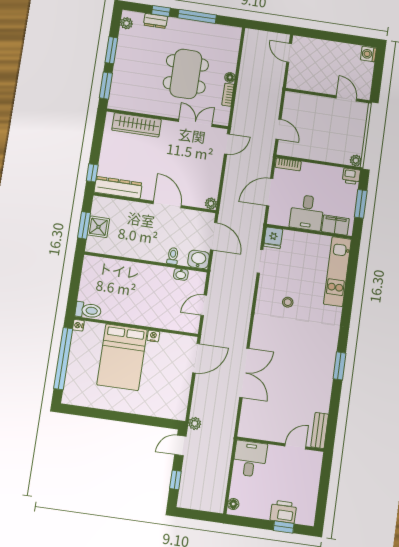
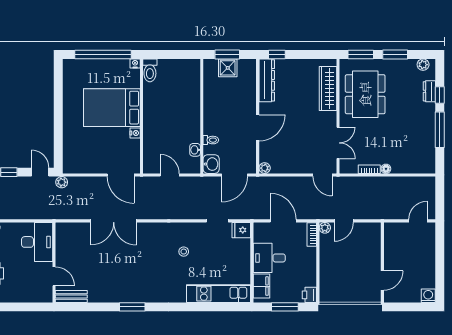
dining table: (186, 74) -> (365, 94), moved, turned 90
plant: (356, 161) -> (325, 228), moved
desk: (250, 459) -> (37, 242), width x1.37

